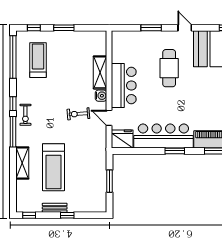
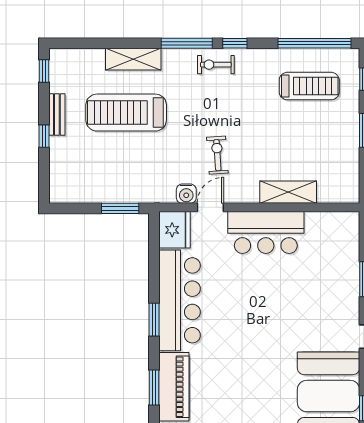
cafe table: (169, 68) -> (295, 310), removed
water cooler: (101, 96) -> (186, 194), moved
window: (110, 181) -> (120, 208), moved

